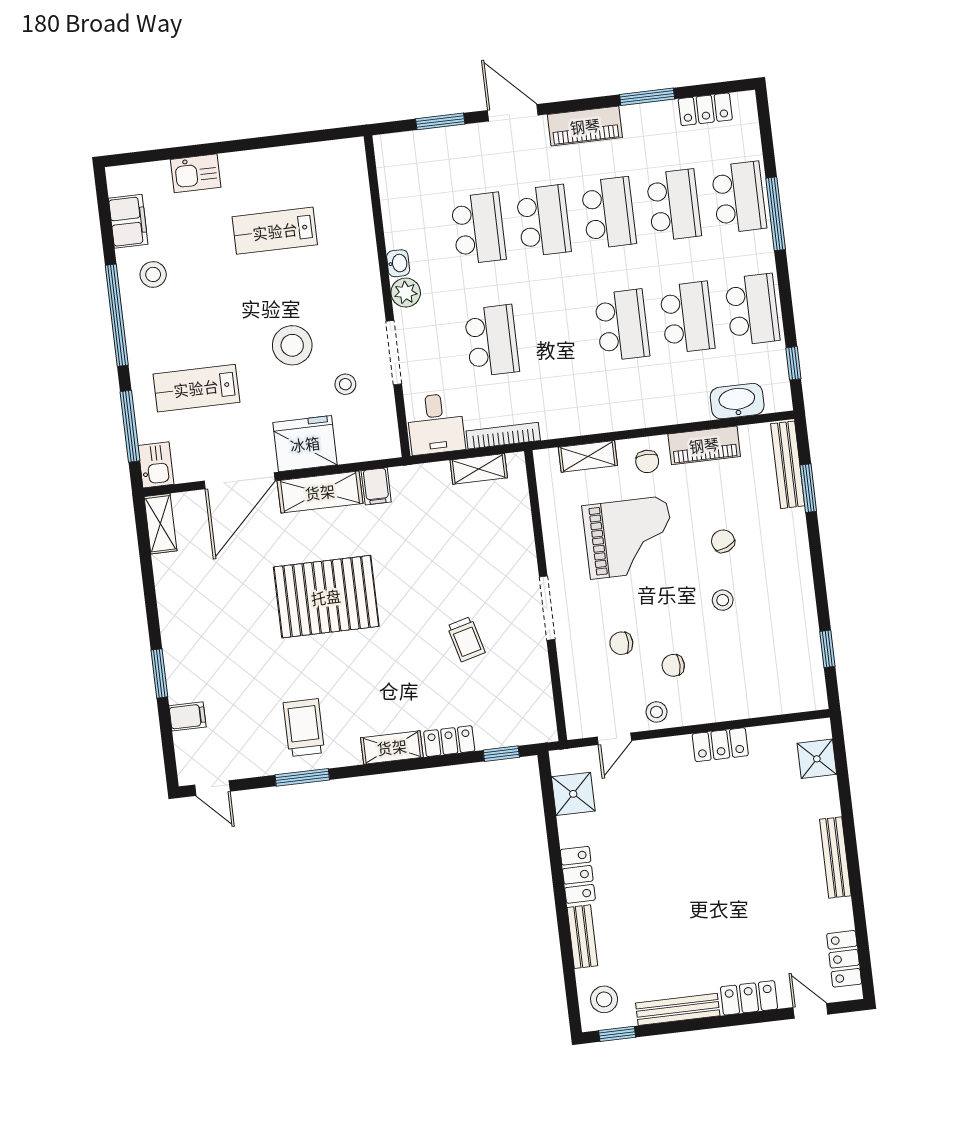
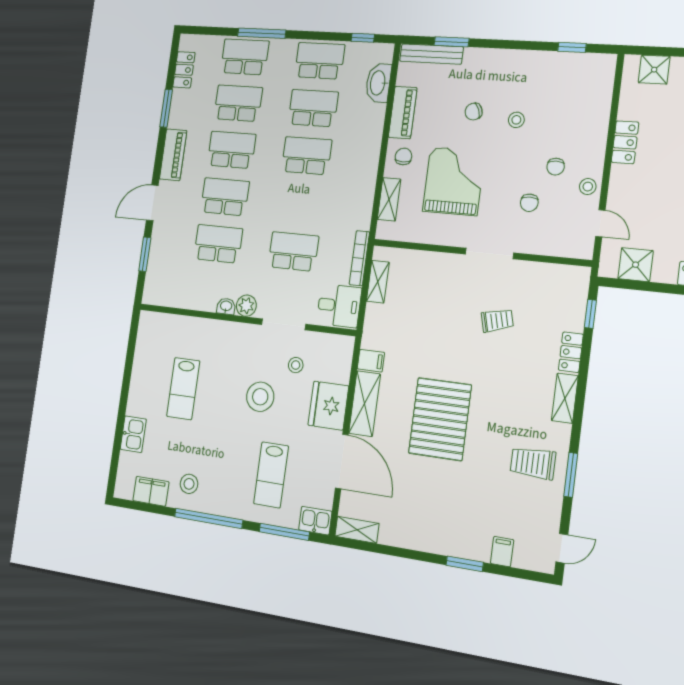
chair: (647, 461) -> (403, 156), turned -90

